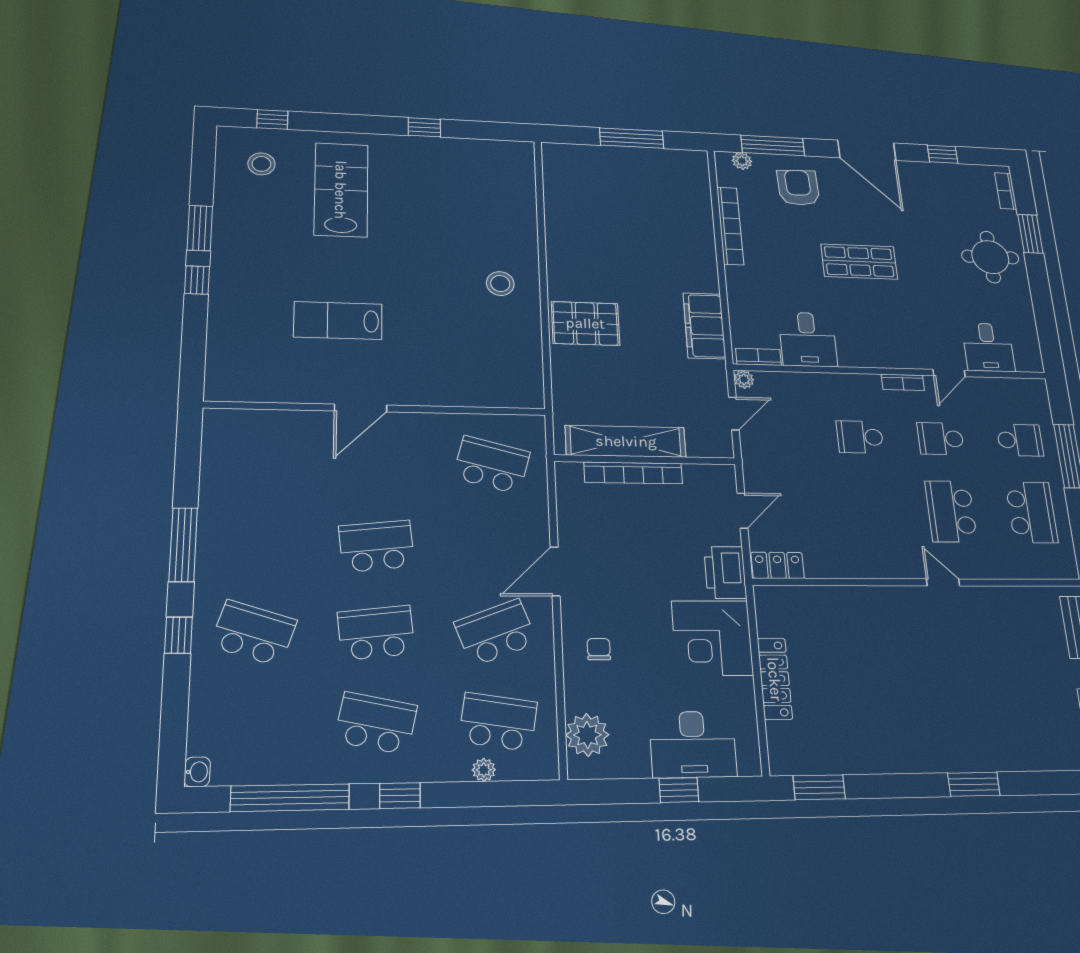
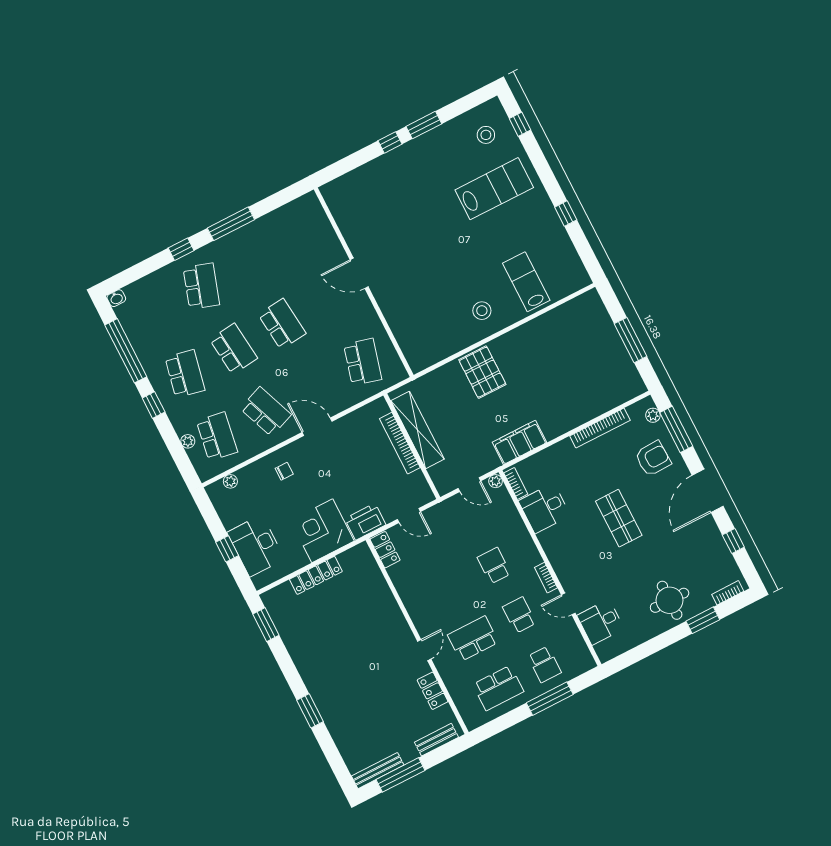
lab bench: (338, 320) -> (526, 282), moved
locker: (1005, 599) -> (433, 691), added
plant: (587, 735) -> (230, 481), width x0.53, depth x0.53

